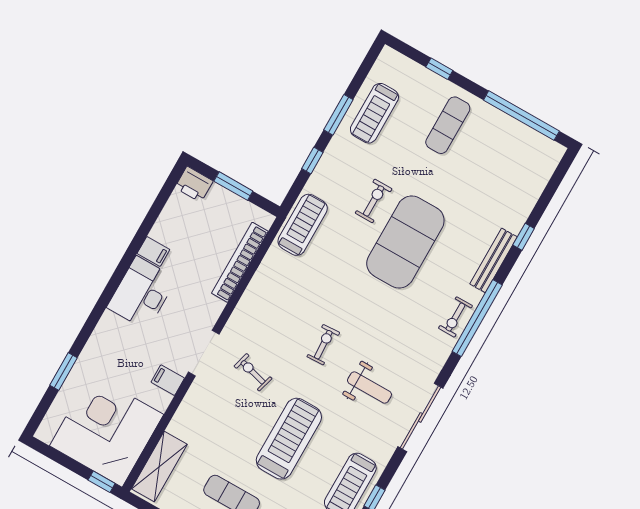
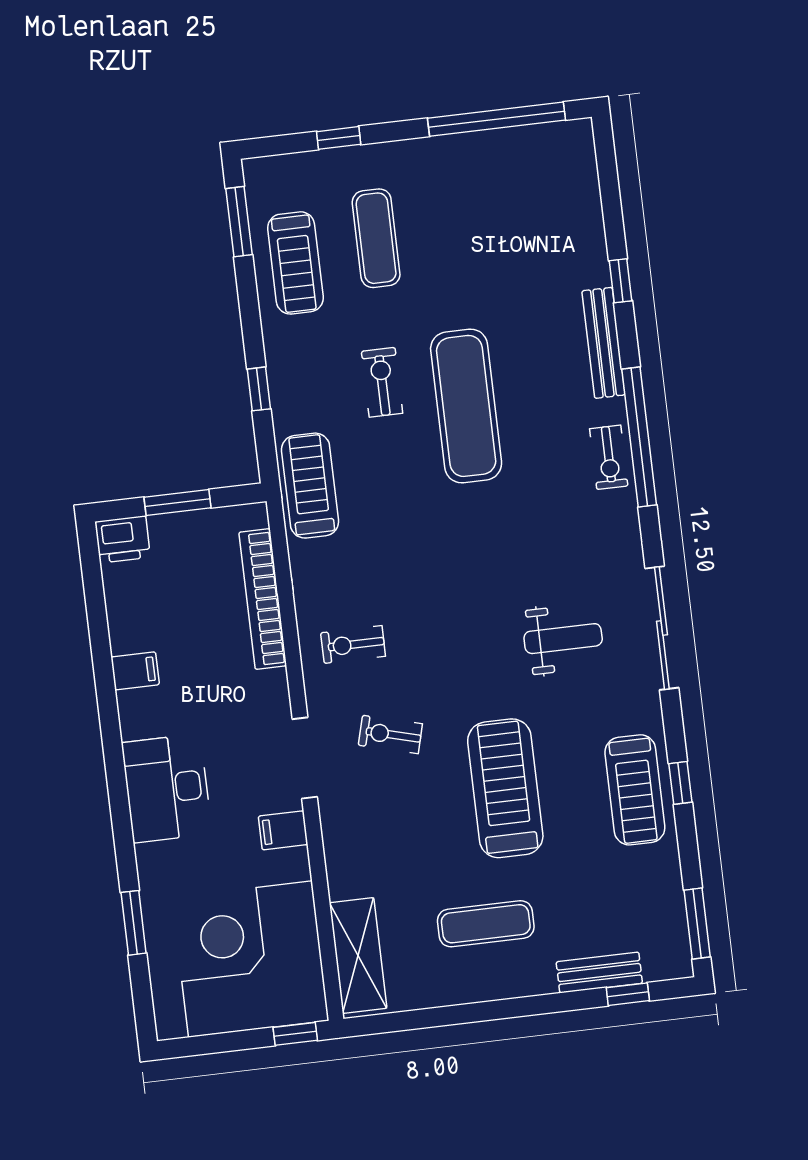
window: (338, 115) -> (239, 222), moved
exercise mat: (448, 125) -> (376, 238), moved
exercise mat: (405, 242) -> (466, 406), width x0.68
desk: (142, 293) -> (167, 788), moved
exercise bike: (323, 345) -> (353, 645), moved, turned -87

